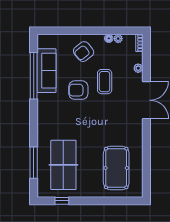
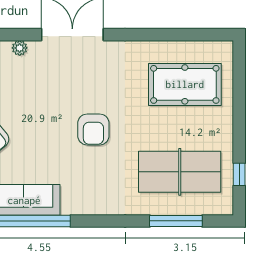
coffee table: (105, 82) -> (42, 104), removed
armchair: (78, 90) -> (93, 129), moved

